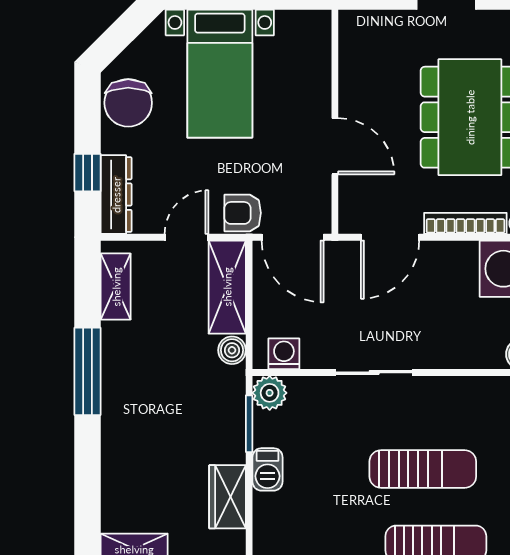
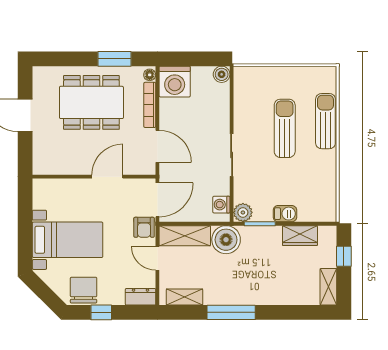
chair: (128, 103) -> (84, 290), turned -90
window: (88, 173) -> (101, 312), moved
dresser: (116, 195) -> (141, 297), width x0.70
boiler: (232, 350) -> (226, 240), width x1.86, depth x1.86

